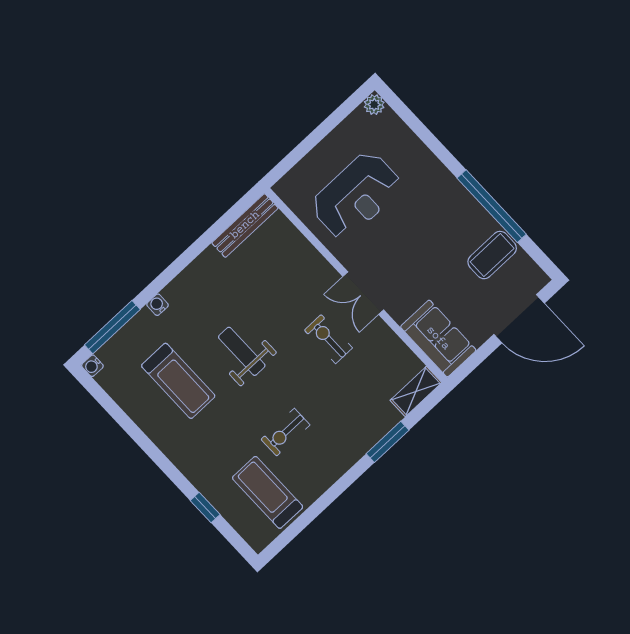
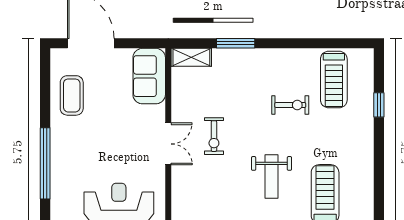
window: (492, 206) -> (45, 163), moved
coffee table: (492, 255) -> (72, 95), turned 90

